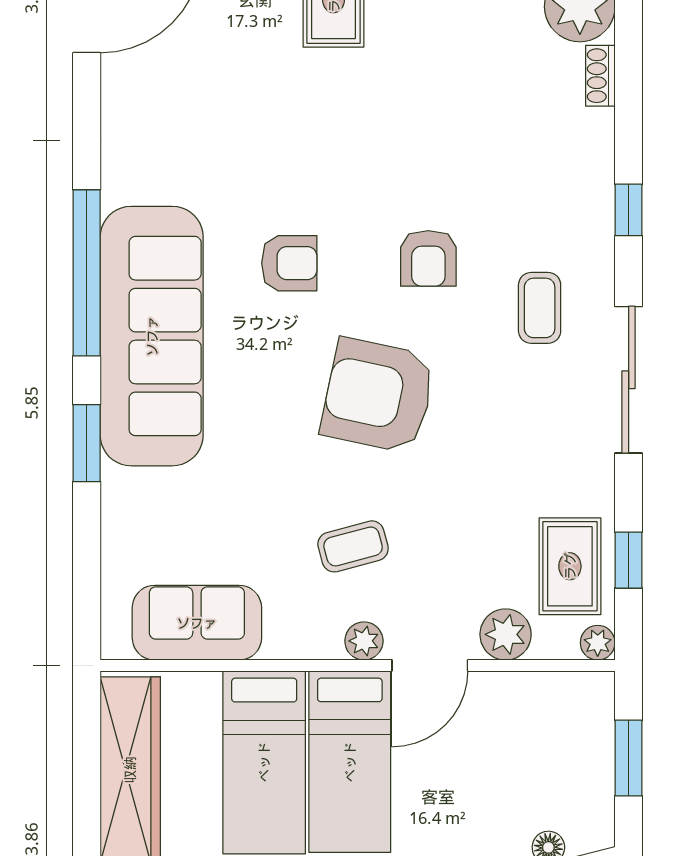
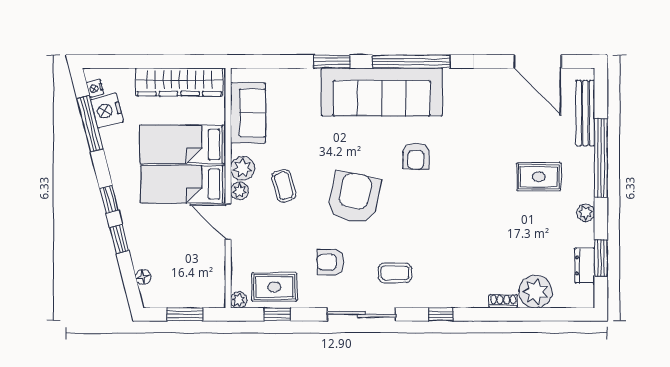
armchair: (428, 258) -> (330, 262), moved
plant: (506, 634) -> (243, 168), moved

